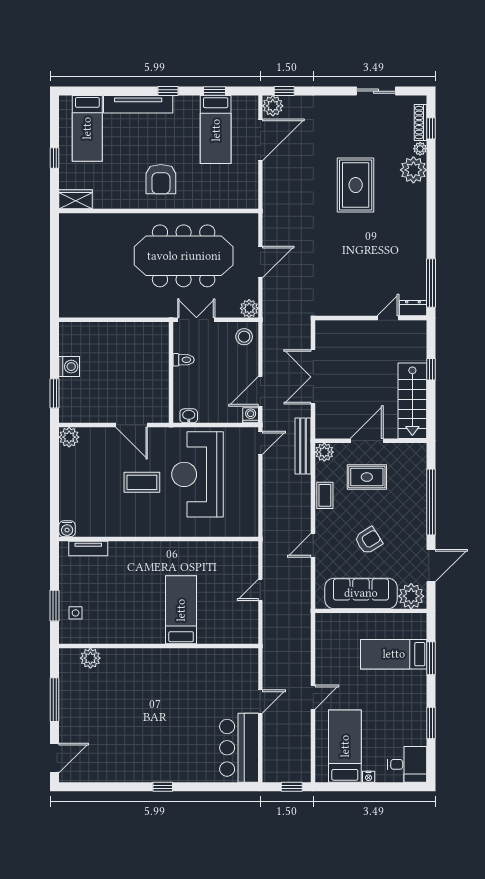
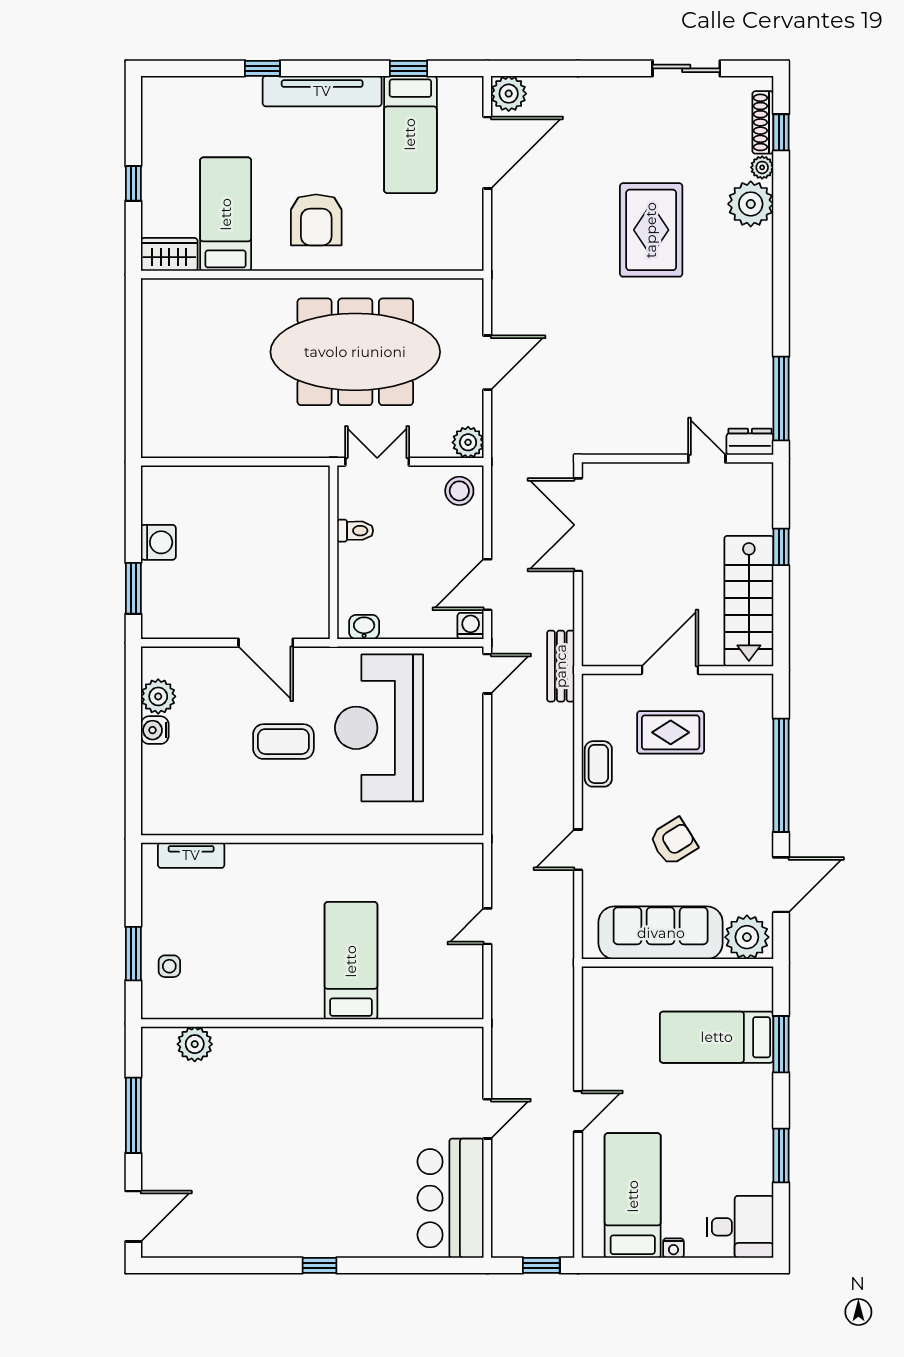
window: (168, 91) -> (262, 68), moved
window: (284, 91) -> (528, 68), removed
tv unit: (138, 104) -> (322, 91), moved
bed: (87, 128) -> (226, 214), moved, turned 180
door: (388, 318) -> (707, 459), hinge flipped
double door: (313, 377) -> (578, 525), moved
plant: (69, 437) -> (158, 696), moved
bench: (303, 446) -> (561, 666), width x0.73
plant: (324, 452) -> (597, 689), removed
water cooler: (67, 529) -> (155, 730), moved, turned 90

